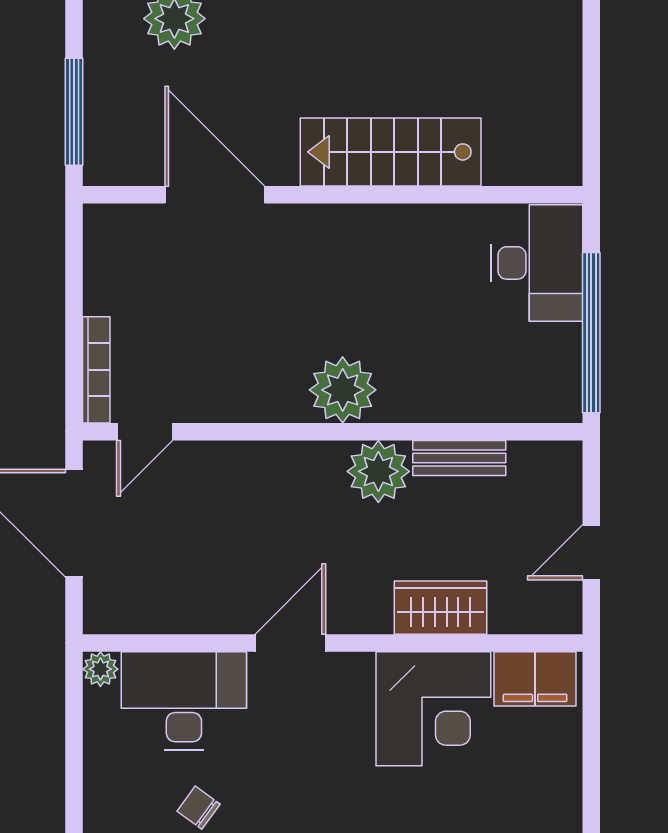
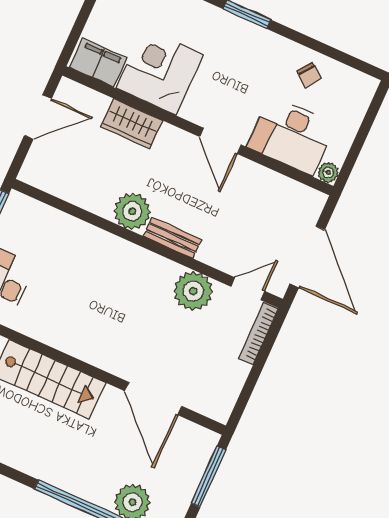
plant: (343, 390) -> (193, 291), moved
bench: (459, 458) -> (172, 238), moved
door: (591, 552) -> (38, 117), width x1.38
door: (290, 643) -> (220, 141), hinge flipped

